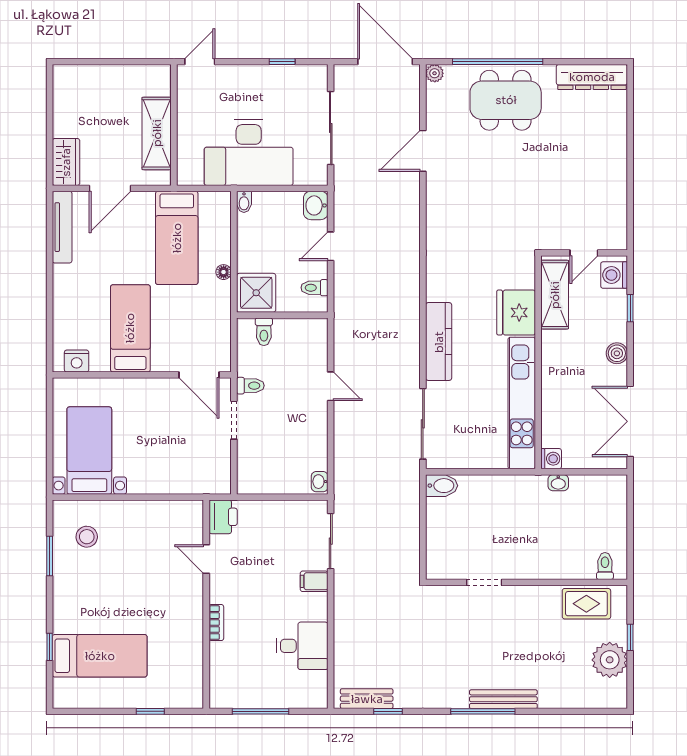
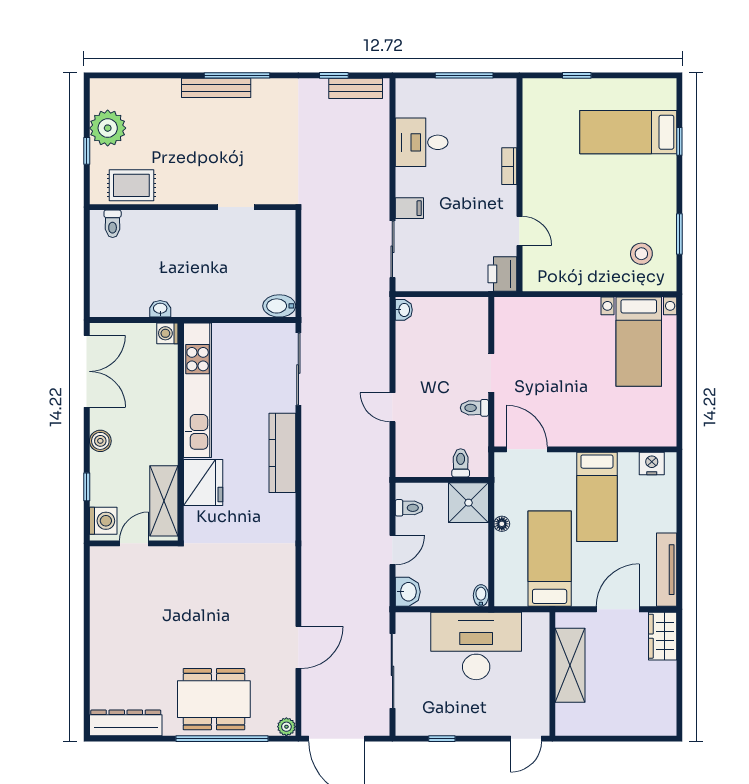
bed: (130, 328) -> (597, 497), moved
nightstand: (77, 361) -> (652, 464), moved
wall: (142, 375) -> (585, 449), moved
door: (199, 375) -> (527, 449), moved

